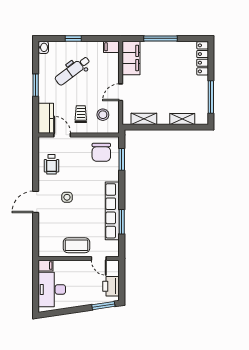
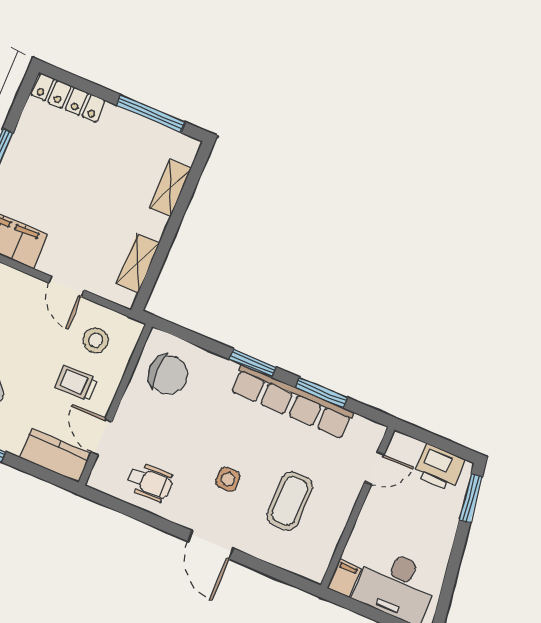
door: (62, 135) -> (101, 437), hinge flipped
window: (122, 159) -> (253, 363), moved
coffee table: (77, 245) -> (290, 501), moved

